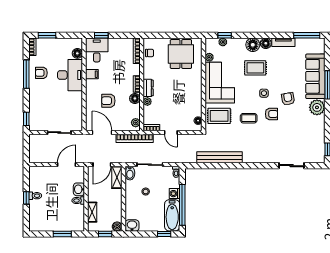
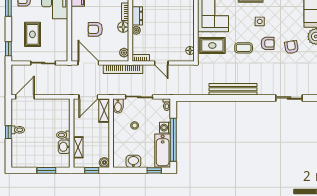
armchair: (288, 99) -> (291, 47), moved
rug: (49, 105) -> (32, 34), added
bench: (220, 157) -> (233, 89), moved
door: (67, 165) -> (25, 97), moved
washbasin: (79, 189) -> (64, 147), moved
washbasin: (132, 225) -> (133, 161), moved

